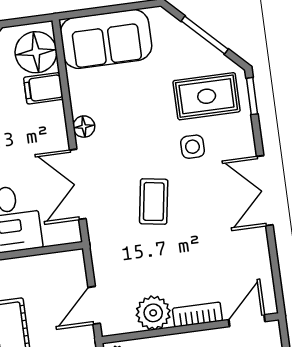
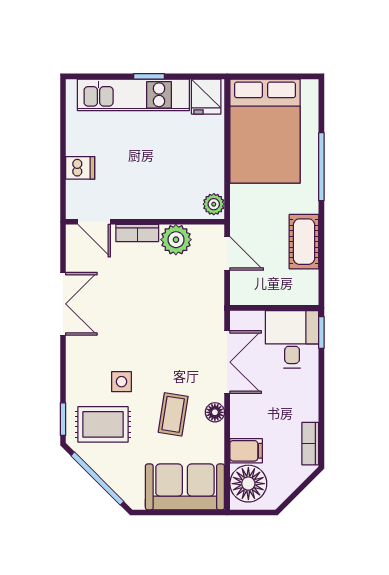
window: (205, 35) -> (97, 479), width x1.44
double door: (265, 191) -> (63, 304), moved
coffee table: (154, 202) -> (173, 414), moved
door: (94, 305) -> (227, 253), hinge flipped
door: (247, 321) -> (94, 222), hinge flipped

